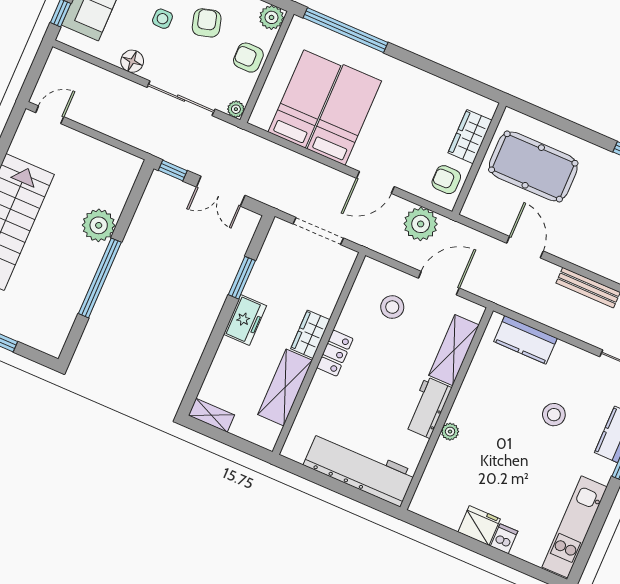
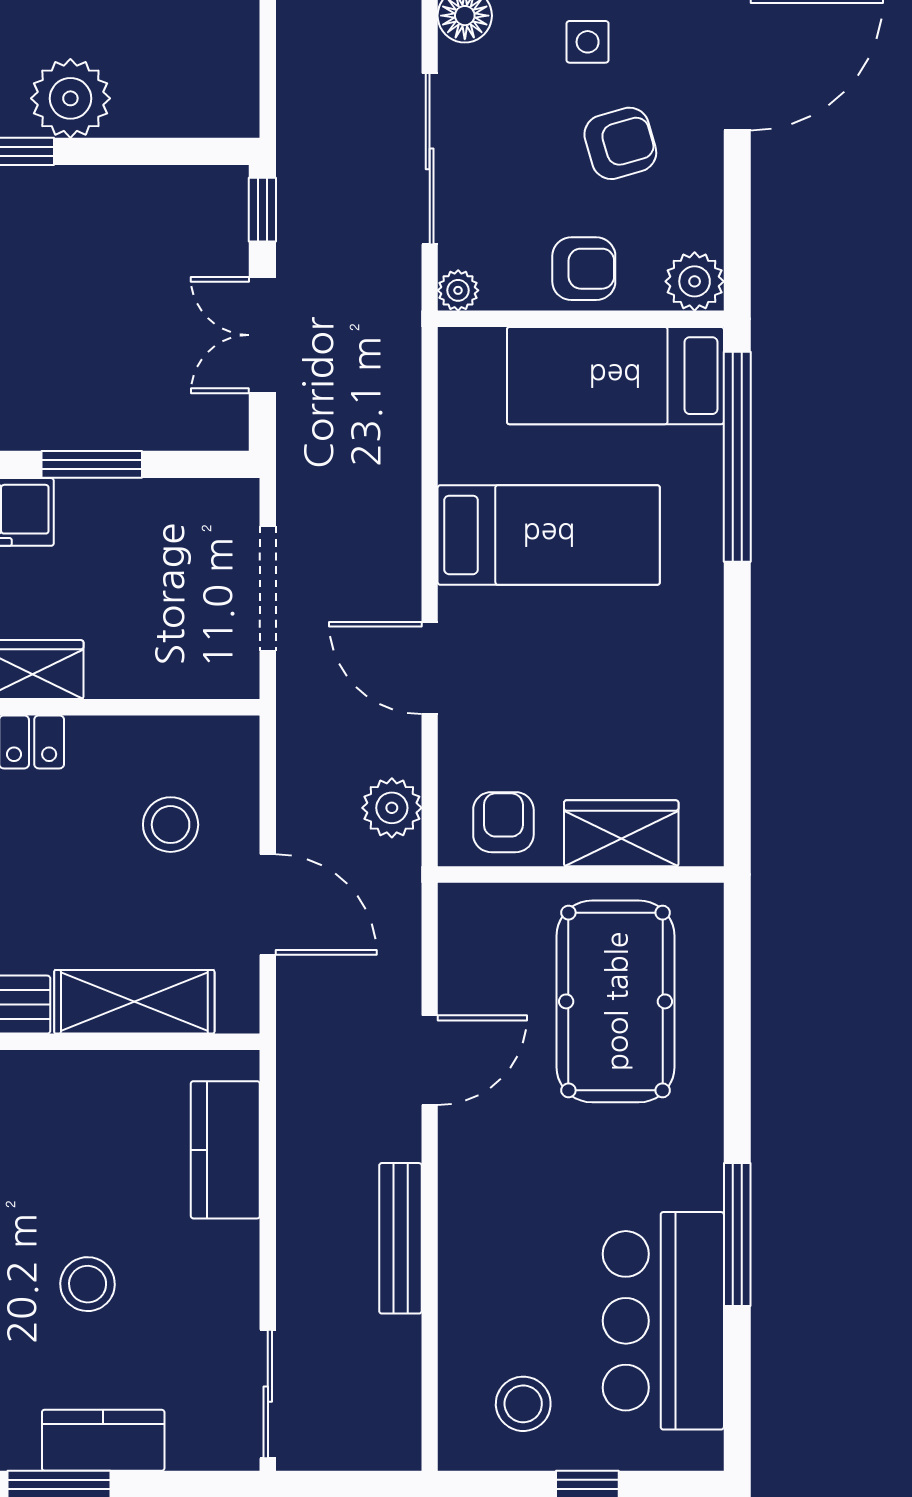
armchair: (248, 58) -> (584, 269), turned 90
bed: (304, 99) -> (615, 376), moved, turned 180
plant: (421, 224) -> (392, 808), width x0.73, depth x0.73

